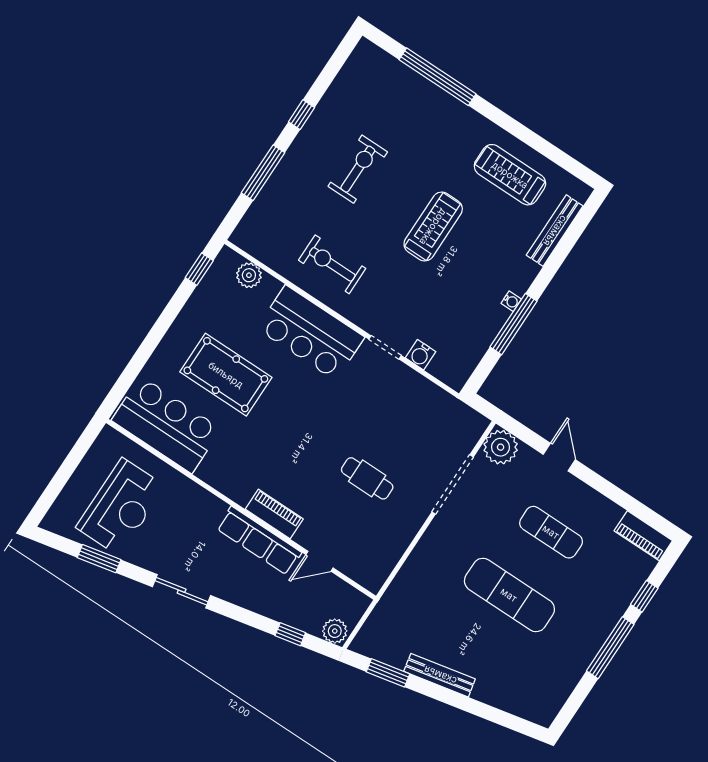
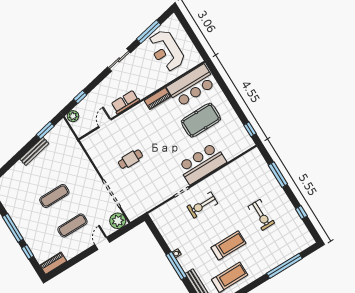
window: (301, 115) -> (301, 212), moved
treadmill: (433, 227) -> (228, 245), moved, turned -90
exercise bike: (332, 264) -> (202, 205), moved, turned 180
plant: (249, 275) -> (238, 149), removed
window: (513, 324) -> (176, 266), moved
water cooler: (421, 355) -> (172, 205), removed
door: (559, 457) -> (102, 243), swing flipped
piano: (274, 514) -> (158, 99), moved
row of seats: (259, 541) -> (125, 102), width x0.68
window: (99, 559) -> (149, 32), width x1.44
exercise mat: (509, 595) -> (54, 196), width x0.73, depth x0.69

